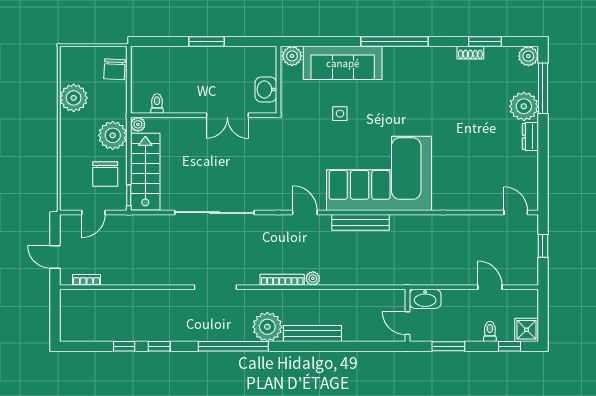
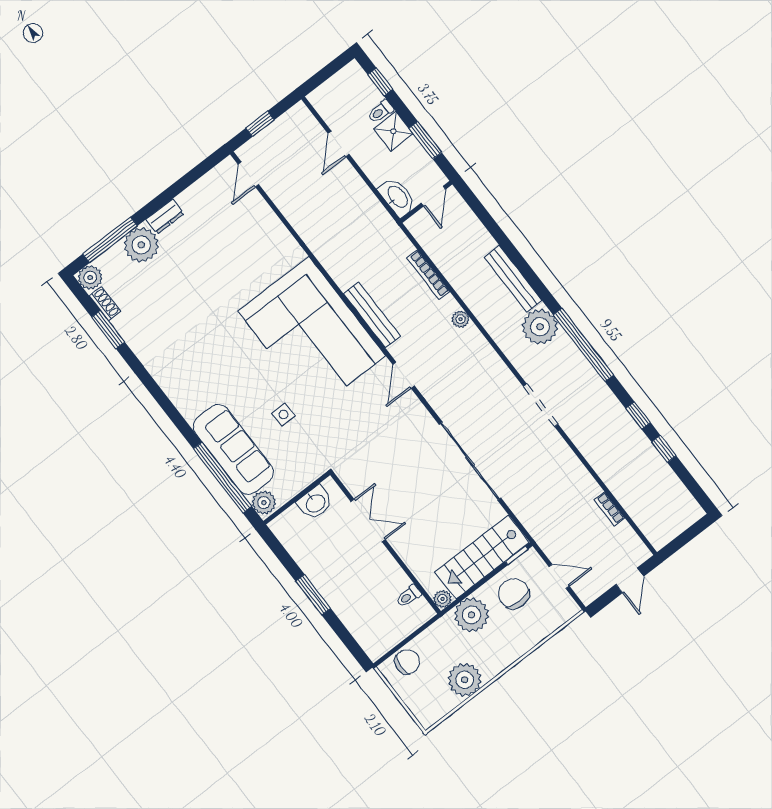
window: (395, 41) -> (223, 478), moved
shoe rack: (470, 53) -> (105, 304), moved
chair: (105, 174) -> (514, 594), turned -90
bookcase: (86, 280) -> (609, 509), moved
bookcase: (282, 280) -> (428, 275), moved
shower: (527, 330) -> (393, 131), moved

